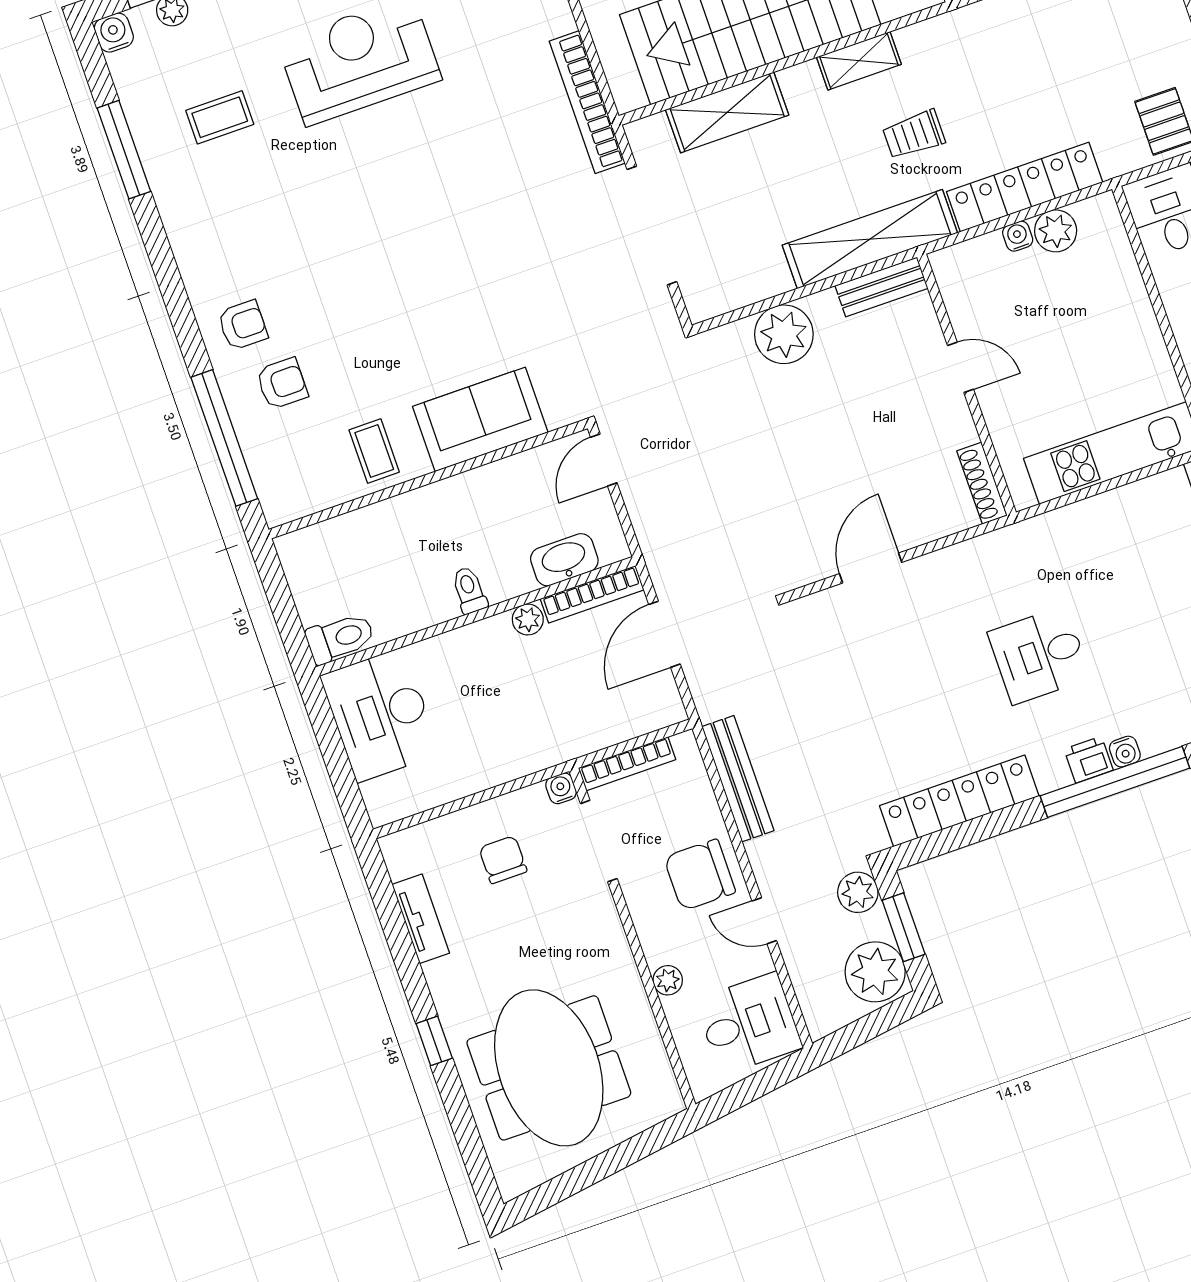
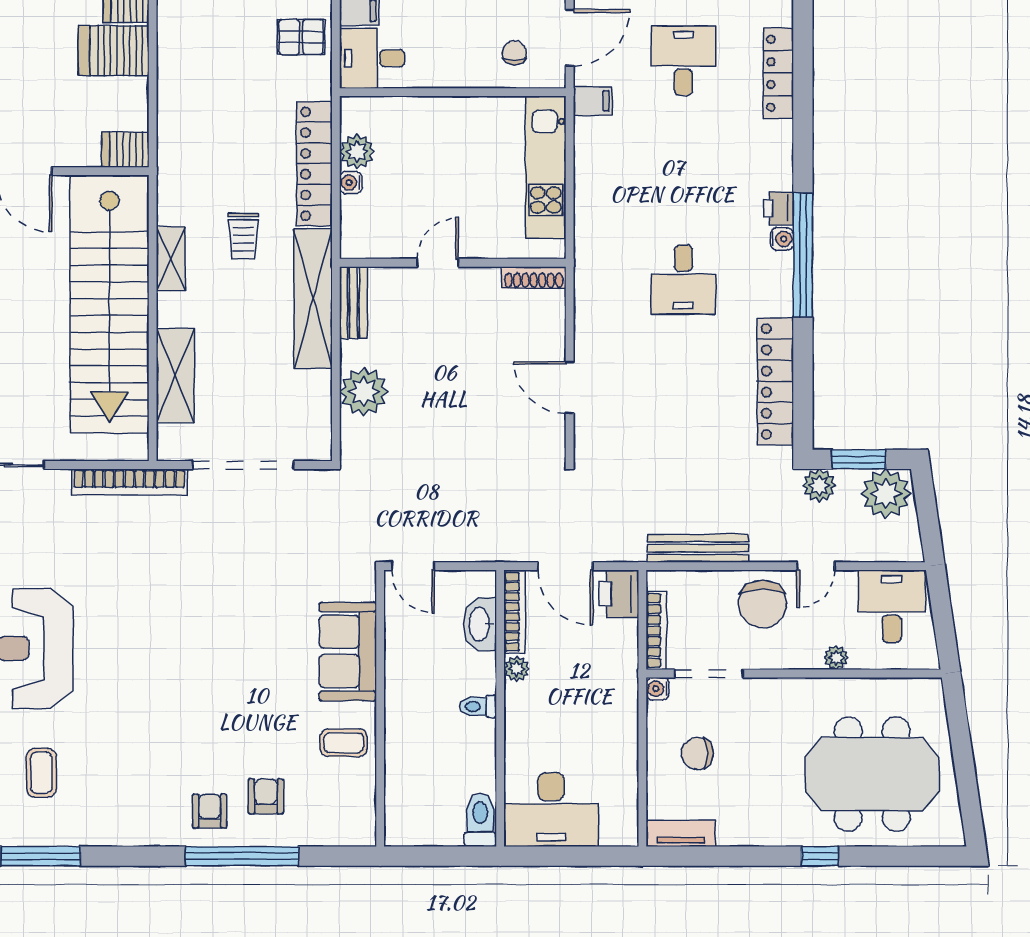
window: (224, 438) -> (242, 856), moved
printer: (654, 706) -> (619, 594), added
printer: (1089, 760) -> (778, 208), moved
tv unit: (421, 919) -> (681, 833), moved

